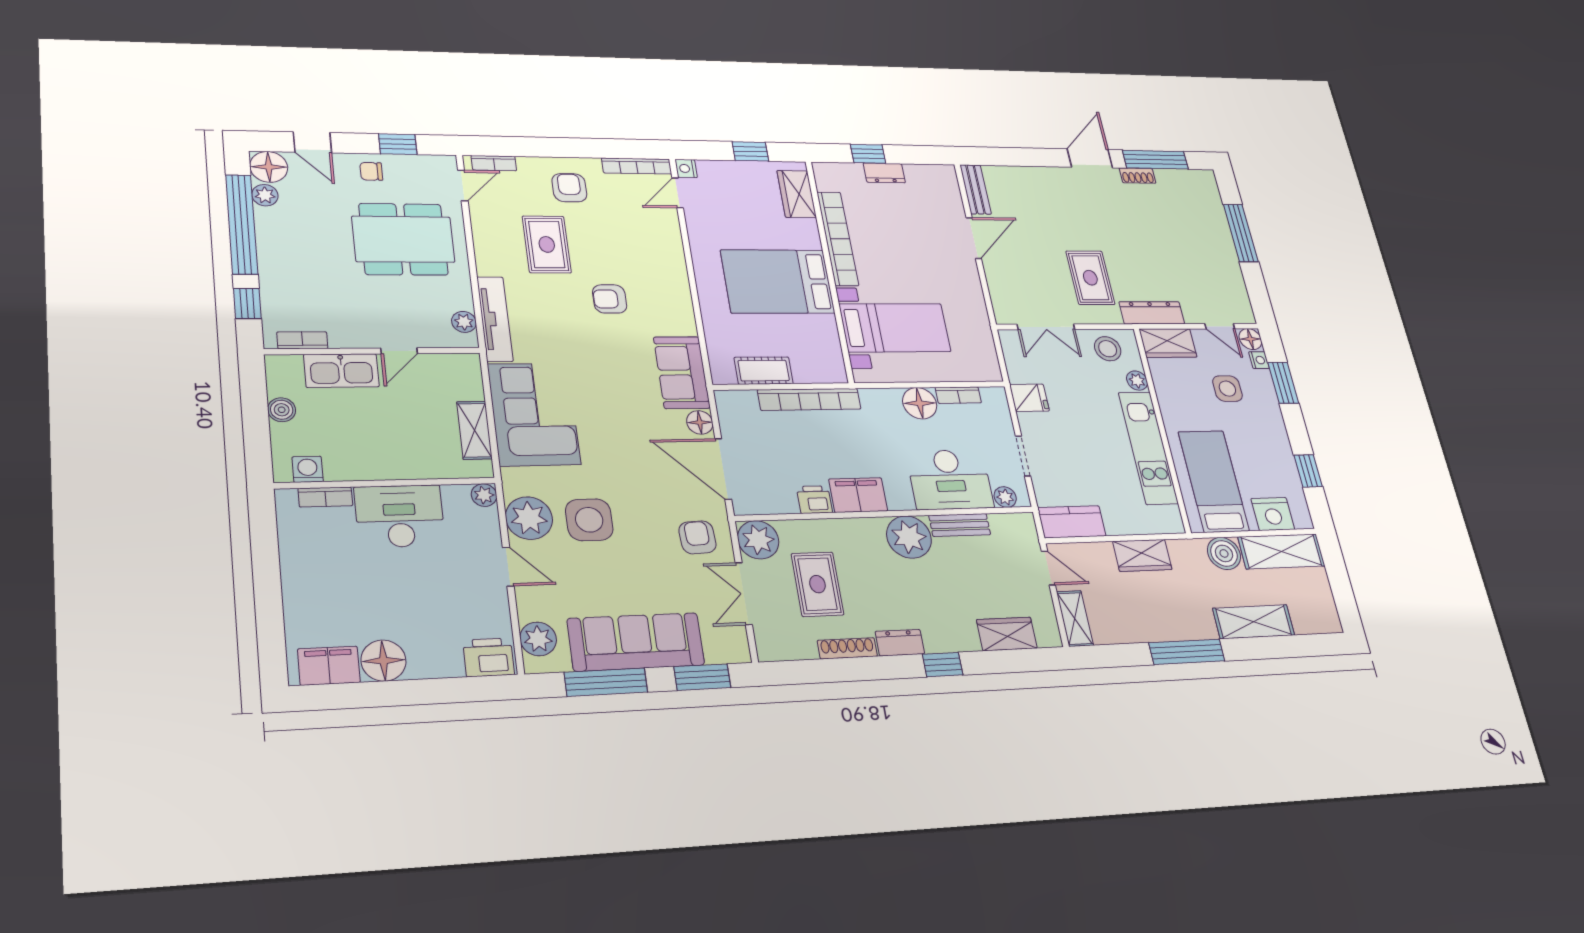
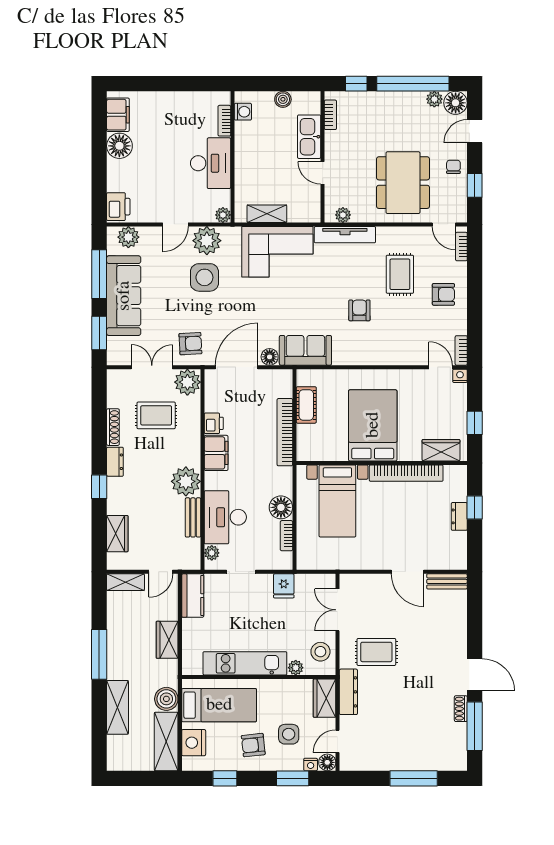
bookcase: (637, 166) -> (461, 350), width x0.64
rug: (547, 244) -> (400, 274), turned 90
armchair: (1254, 434) -> (253, 745), added

